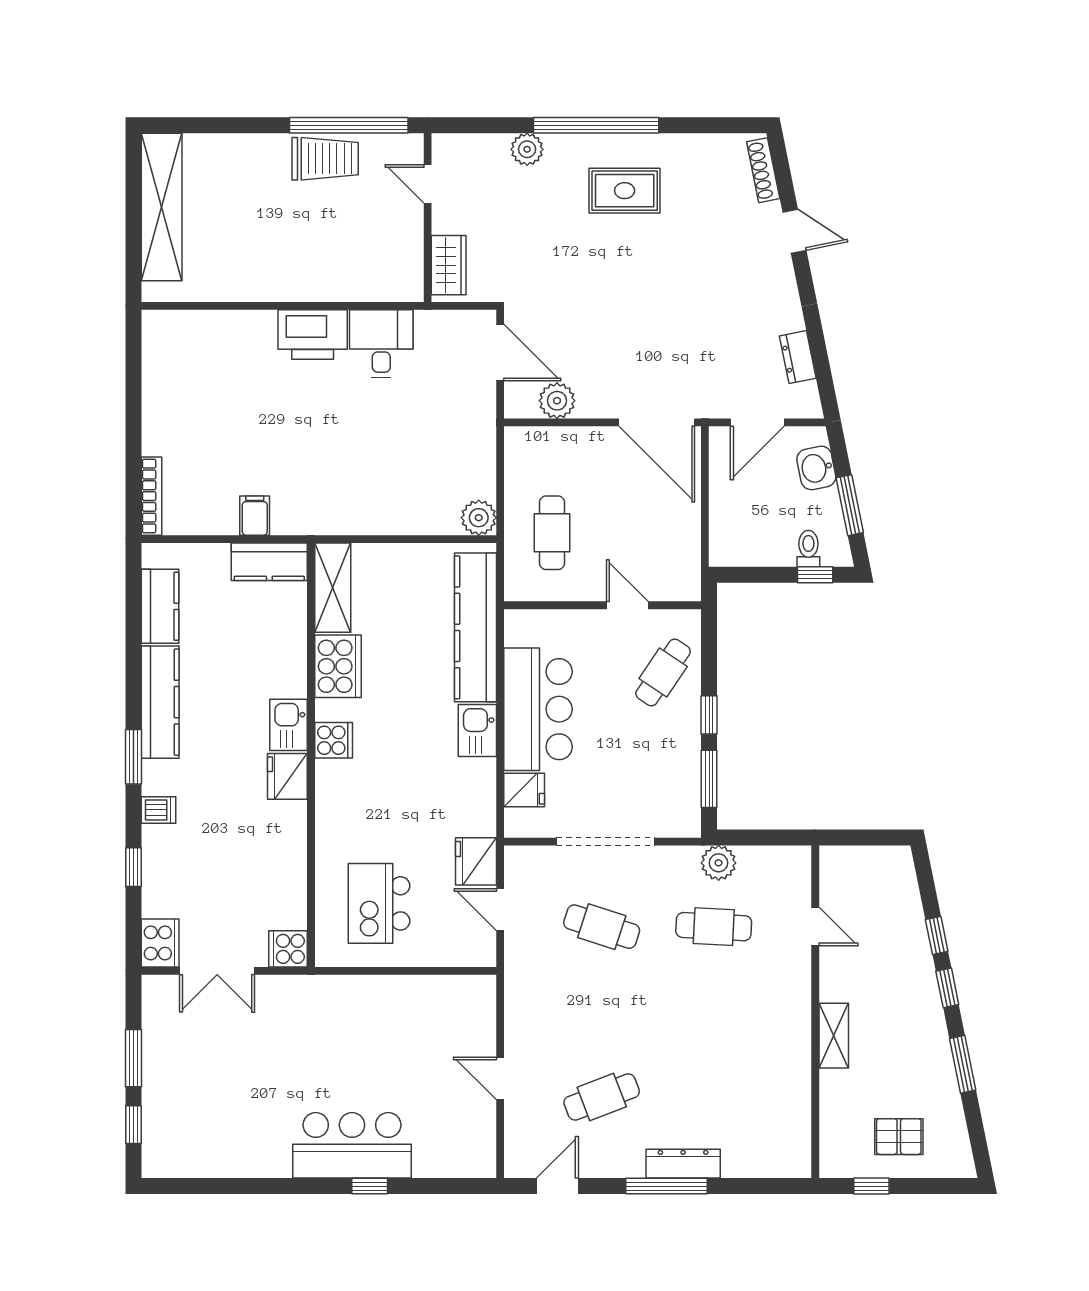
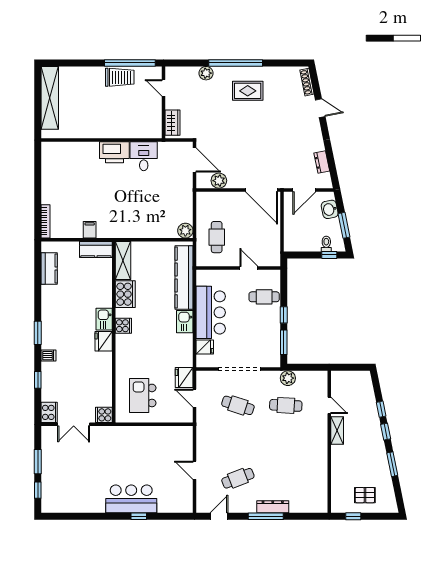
cafe table: (663, 672) -> (264, 297), turned 56
kitchen counter: (160, 702) -> (49, 309), removed
shelving: (834, 1036) -> (337, 431), moved

